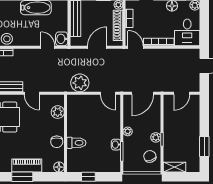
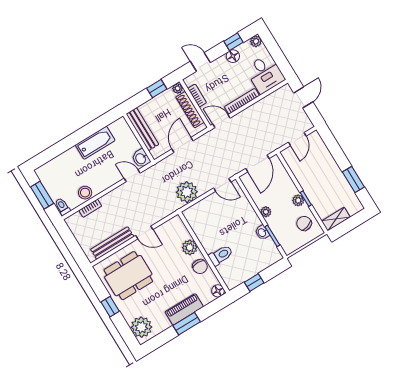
plant: (58, 112) -> (190, 247), moved

